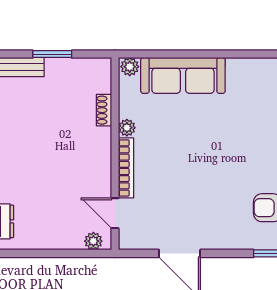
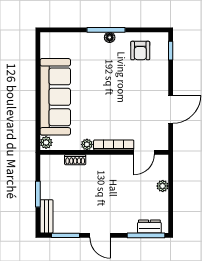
sofa: (183, 75) -> (55, 97), width x1.36, depth x1.27
plant: (93, 241) -> (163, 186), moved

